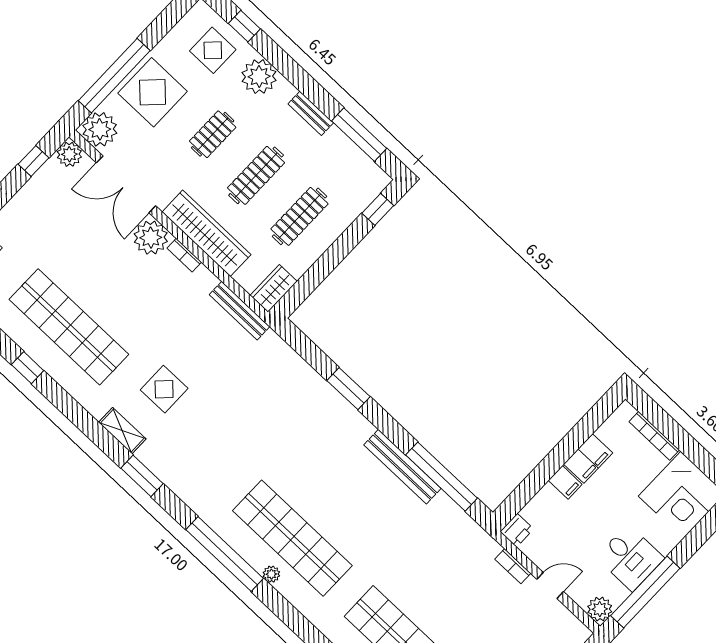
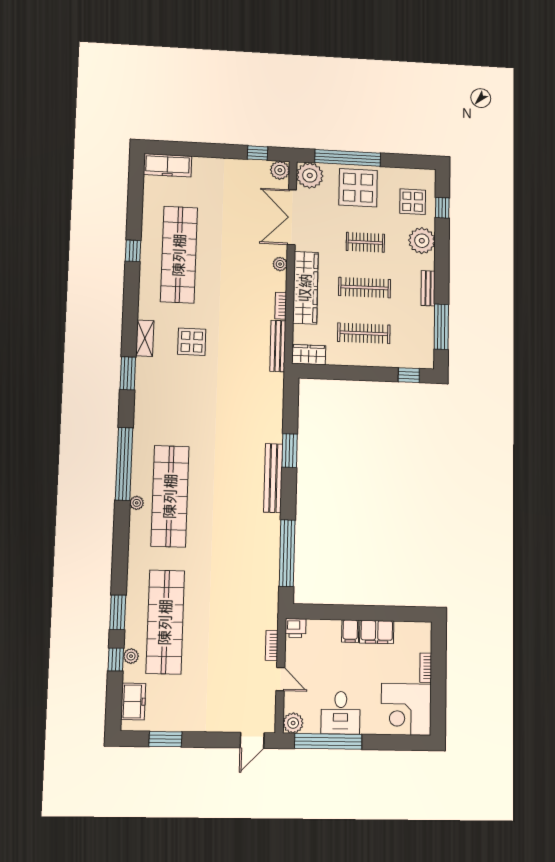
plant: (151, 238) -> (280, 264), width x0.53, depth x0.53
bookcase: (184, 255) -> (281, 306), moved
bookcase: (654, 436) -> (426, 668), width x0.64
bench: (402, 467) -> (273, 478), moved

